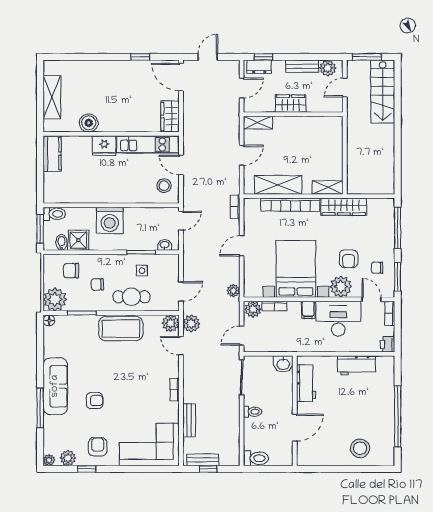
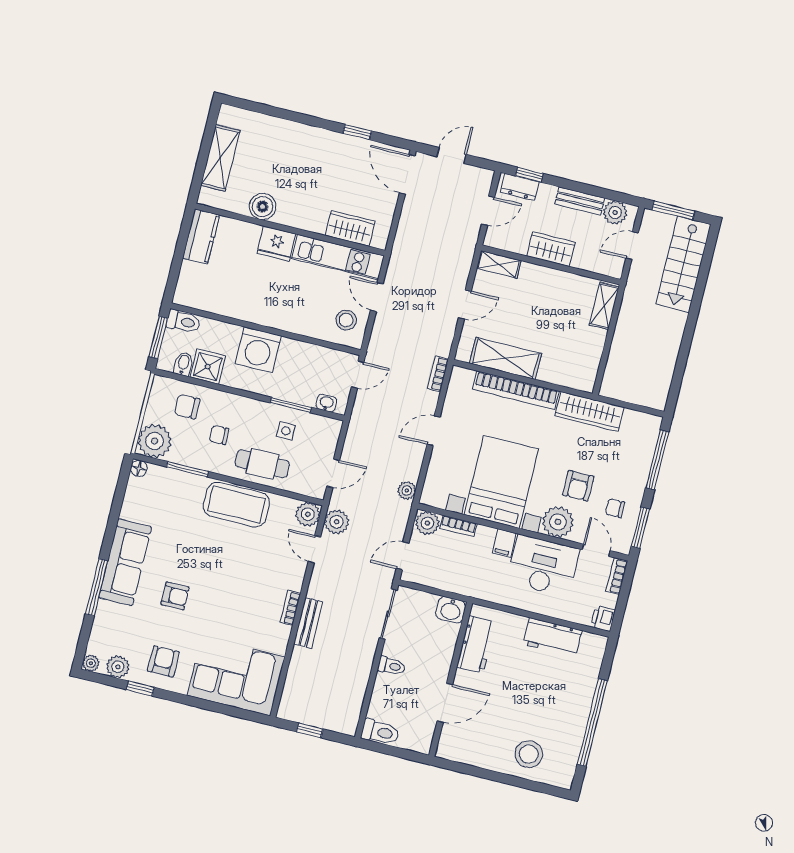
wardrobe: (170, 116) -> (350, 228), moved, turned 90
shelving: (328, 187) -> (604, 306), moved, turned 90
bench: (189, 420) -> (308, 623), moved
bench: (203, 460) -> (306, 716), removed

